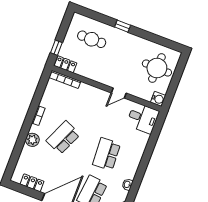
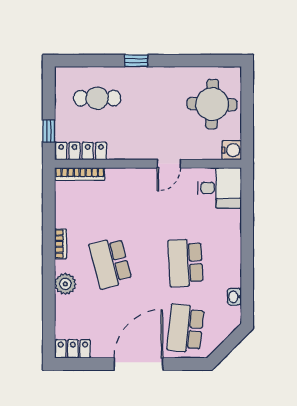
locker: (65, 64) -> (81, 151), width x1.53
school desk: (63, 138) -> (110, 263), turned -39
locker: (32, 183) -> (73, 349), moved

